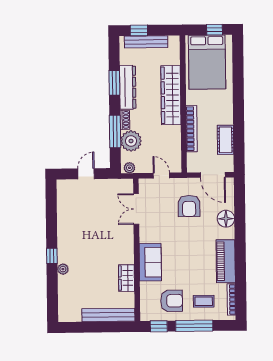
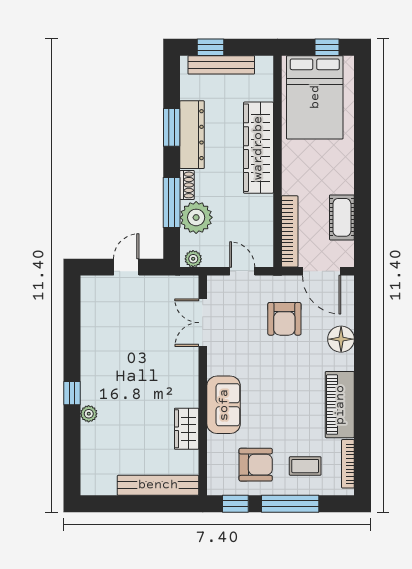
bookcase: (192, 129) -> (290, 231), moved

